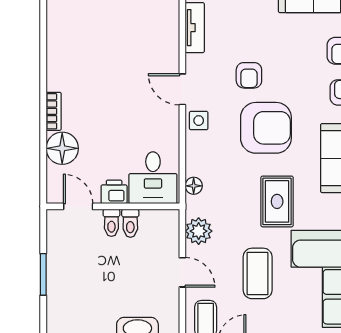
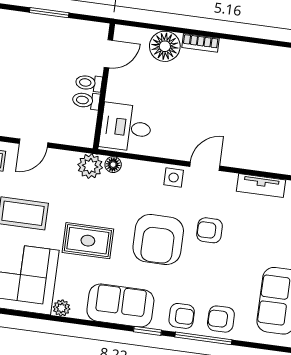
printer: (114, 192) -> (117, 89), removed
plant: (199, 231) -> (90, 166), moved

